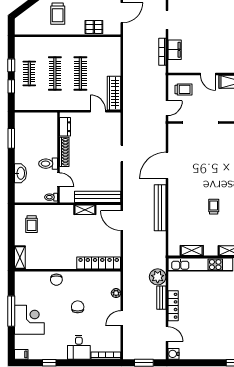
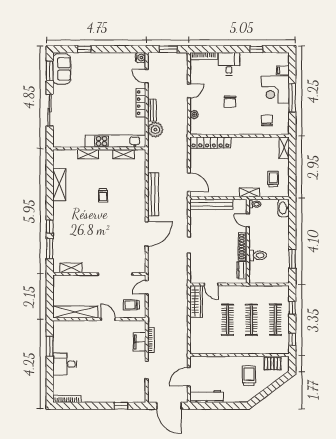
pallet: (94, 27) -> (272, 364), moved
window: (11, 65) -> (292, 339), moved
clothes rail: (29, 73) -> (275, 320), width x1.36
toilet: (48, 164) -> (258, 255), moved
washbasin: (20, 173) -> (284, 208), moved
shelving: (85, 210) -> (249, 192), moved
chair: (56, 280) -> (267, 120), moved
filing cabinet: (21, 354) -> (283, 70), moved

